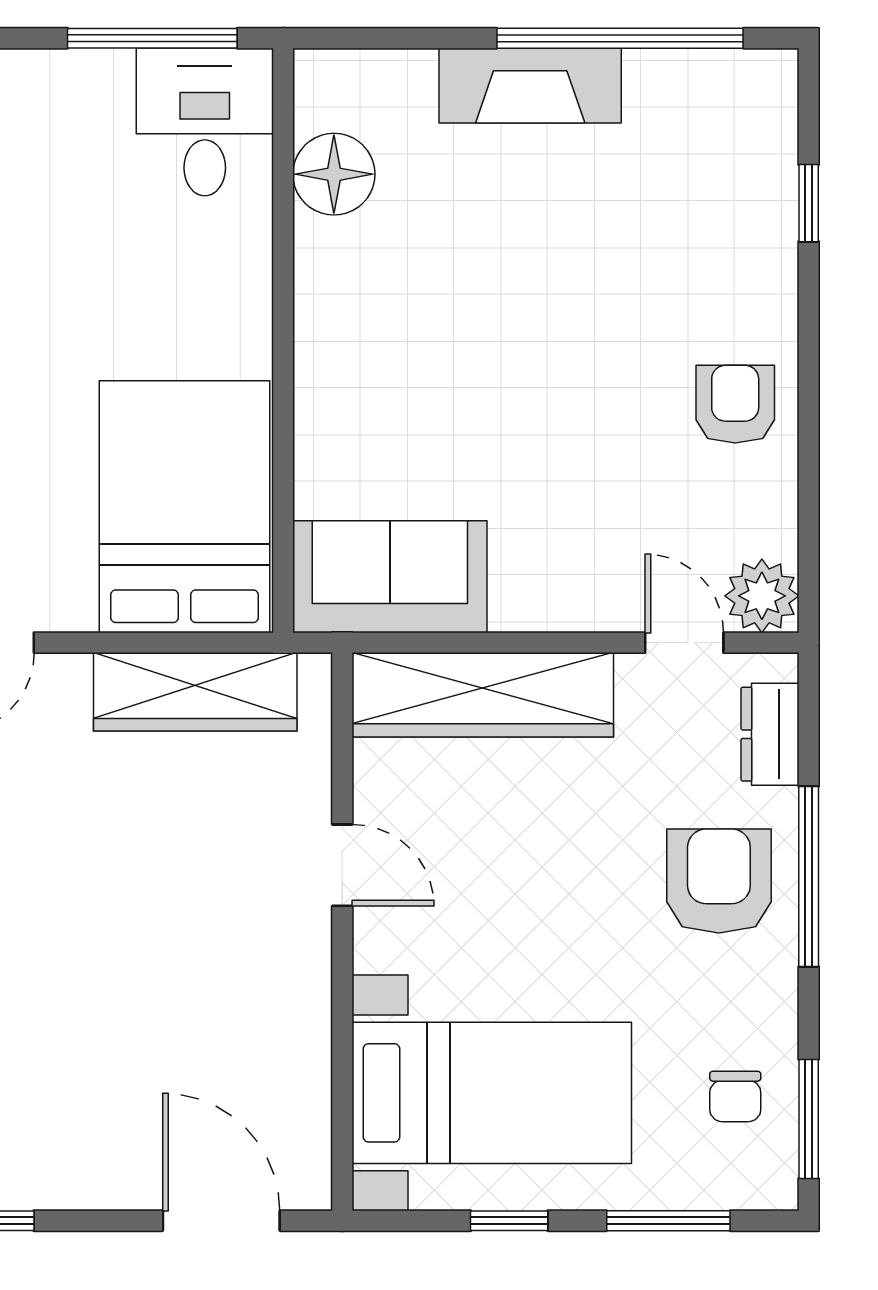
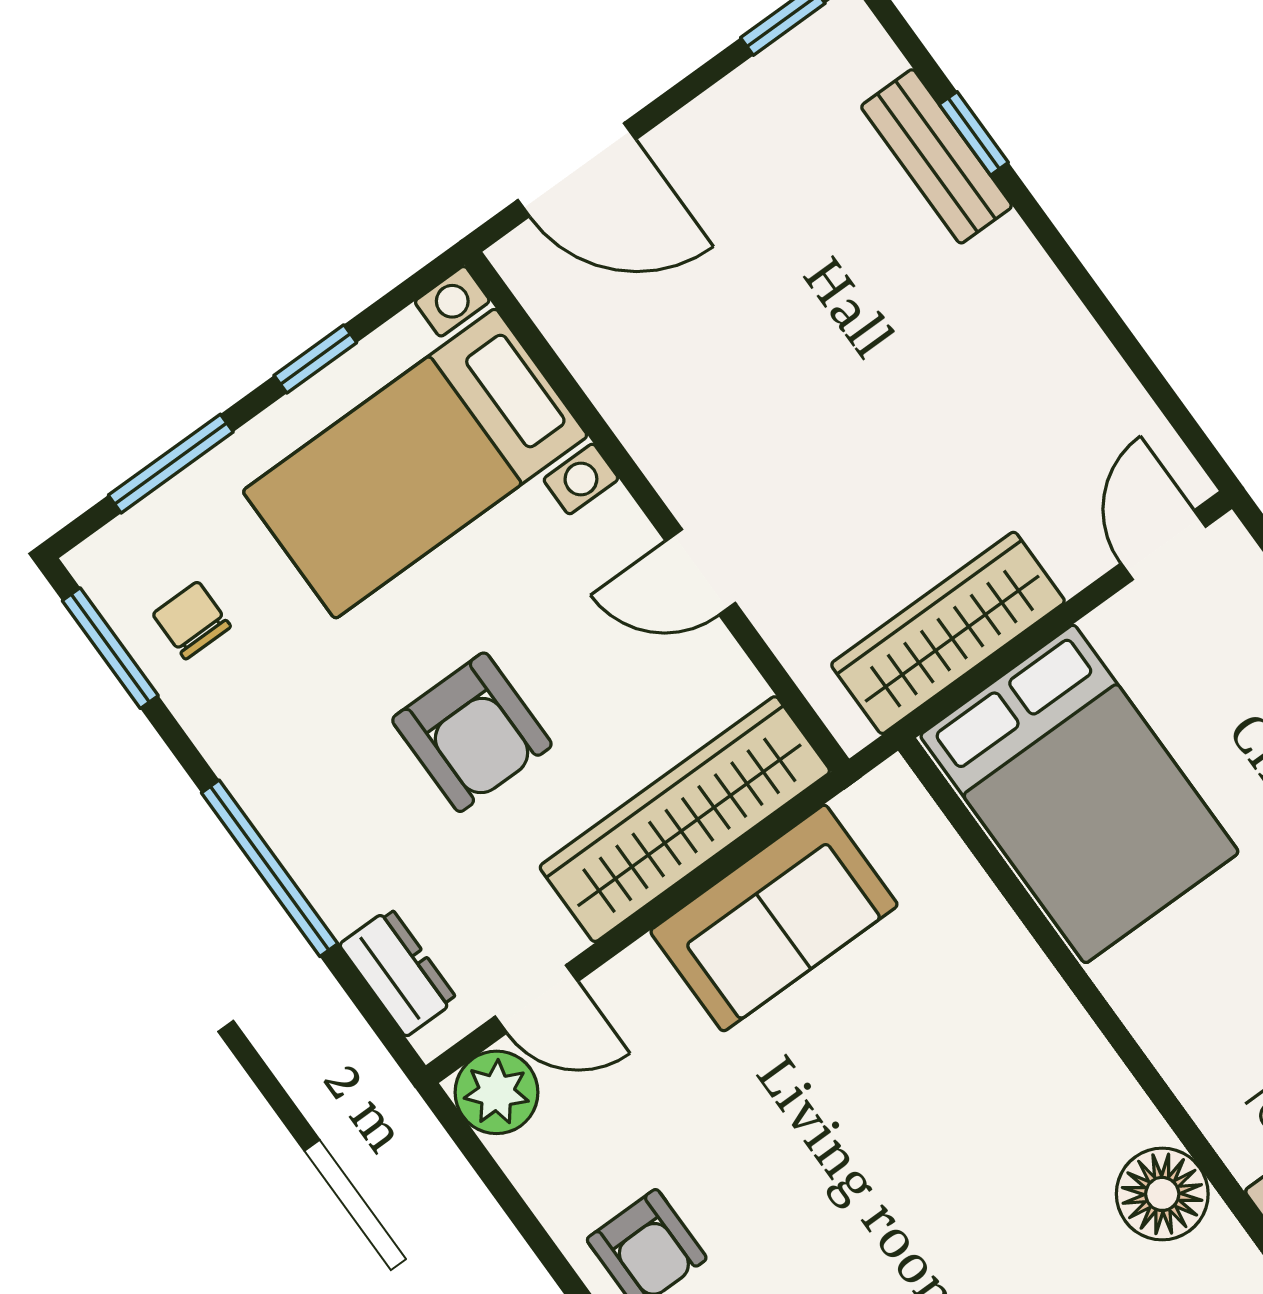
sofa: (390, 577) -> (774, 918), moved
armchair: (719, 881) -> (472, 732), moved

